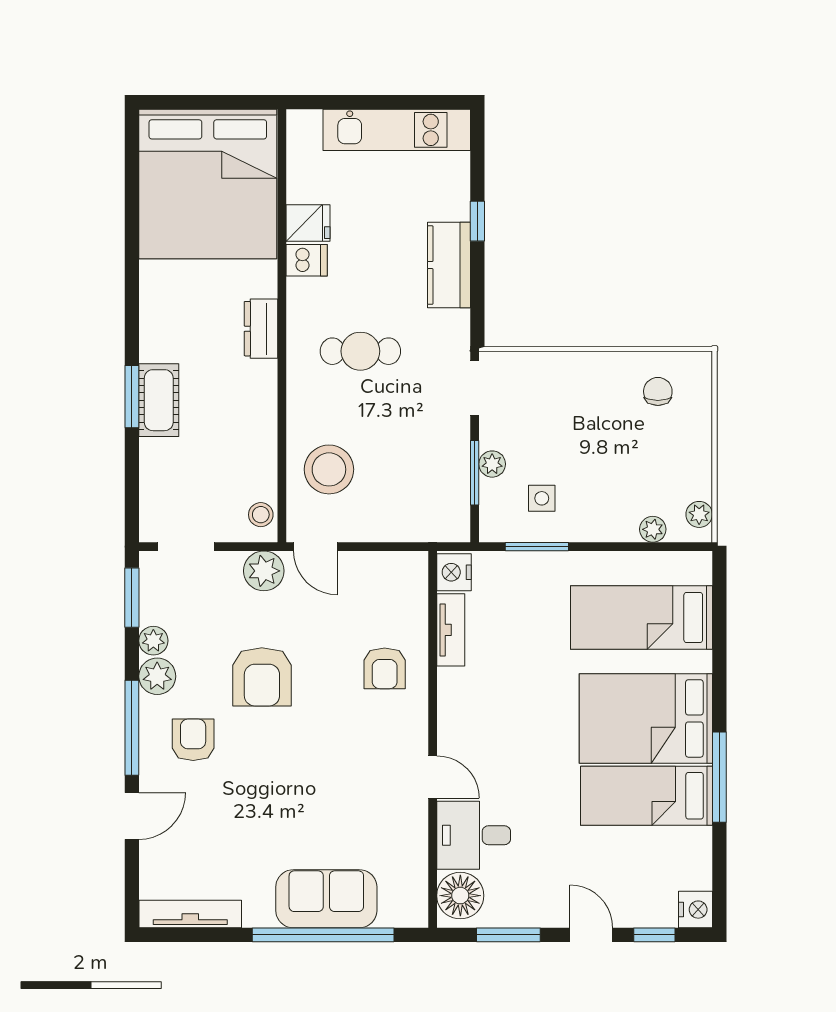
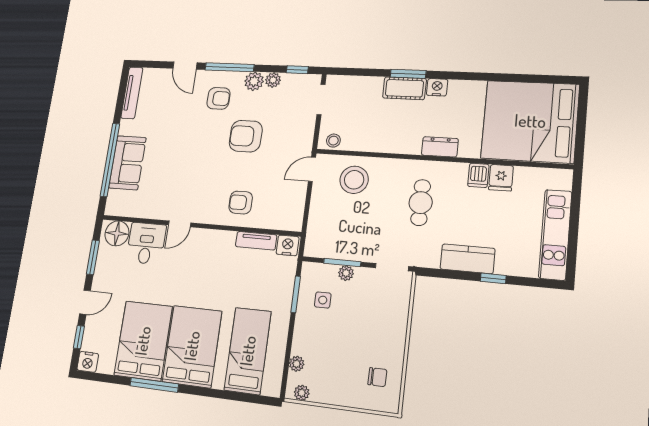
nightstand: (155, 344) -> (437, 87), added
plant: (264, 571) -> (302, 140), removed
window: (132, 598) -> (297, 70), width x0.67
bed: (646, 796) -> (143, 341), width x1.50

